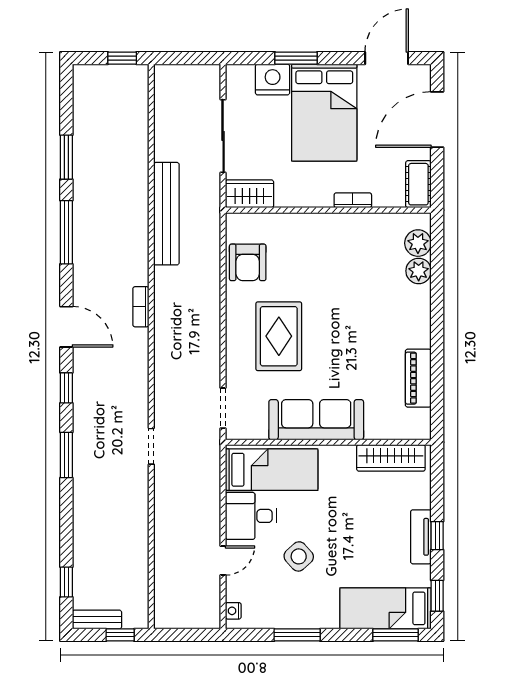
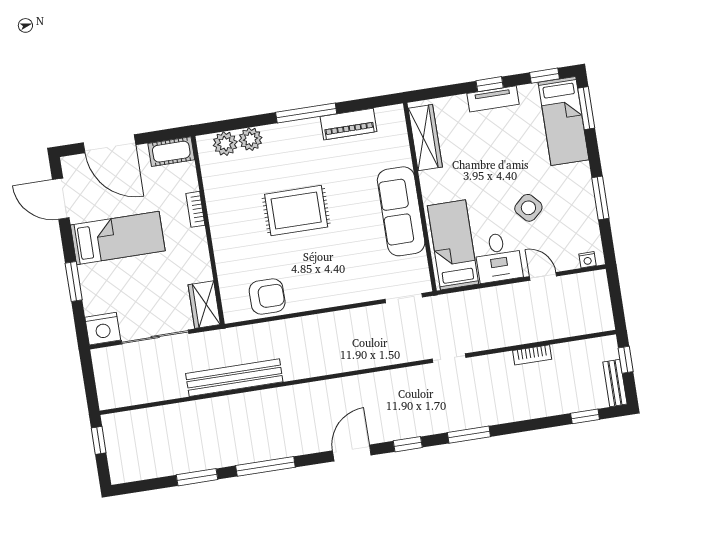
nightstand: (273, 80) -> (103, 329), moved, turned -90
bed: (324, 113) -> (118, 238), width x0.67
bookcase: (141, 307) -> (532, 355), moved
window: (437, 335) -> (306, 113), added
rug: (279, 336) -> (296, 211), moved

